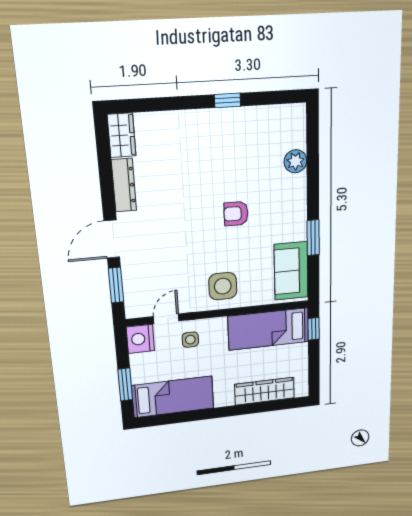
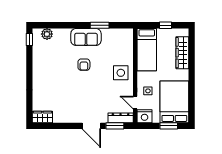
window: (227, 100) -> (29, 39), moved
plant: (295, 161) -> (47, 34), moved
dresser: (124, 185) -> (121, 118), moved
sofa: (291, 271) -> (86, 37), moved
window: (314, 329) -> (166, 25), moved
bed: (173, 397) -> (174, 102), width x1.50

